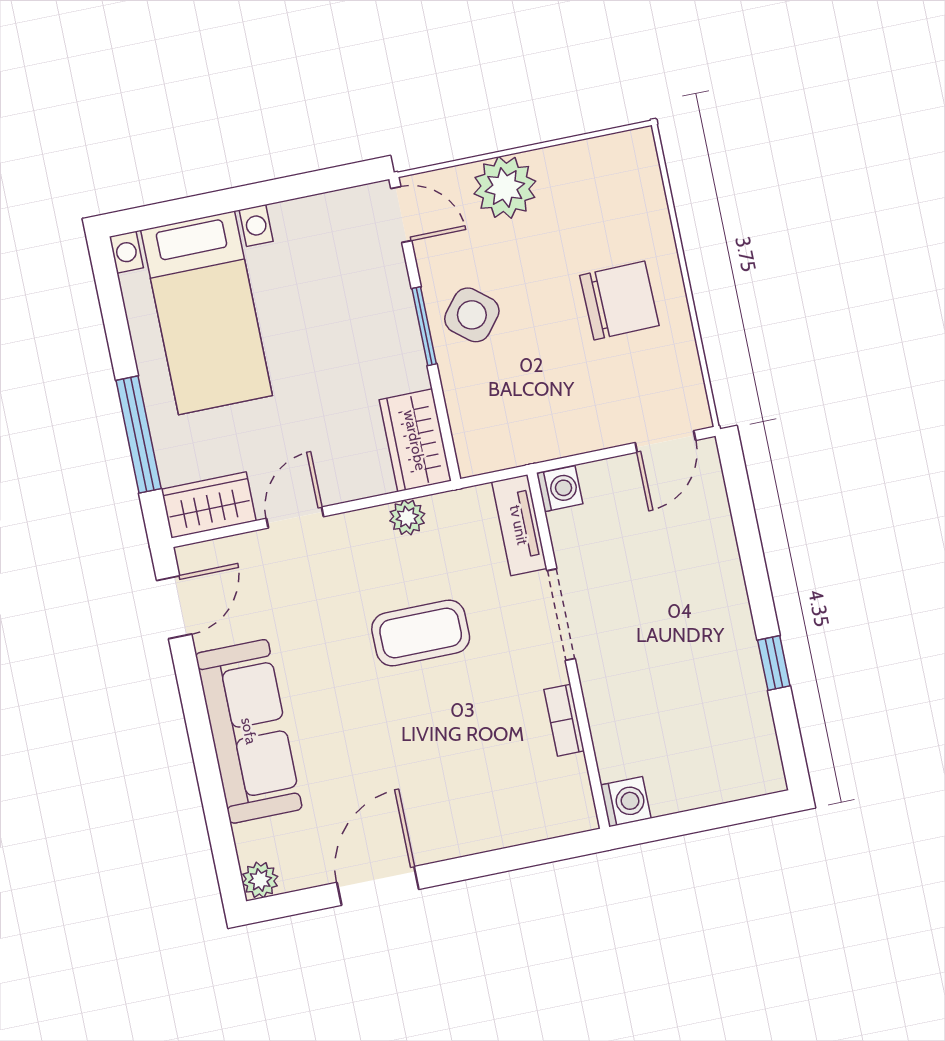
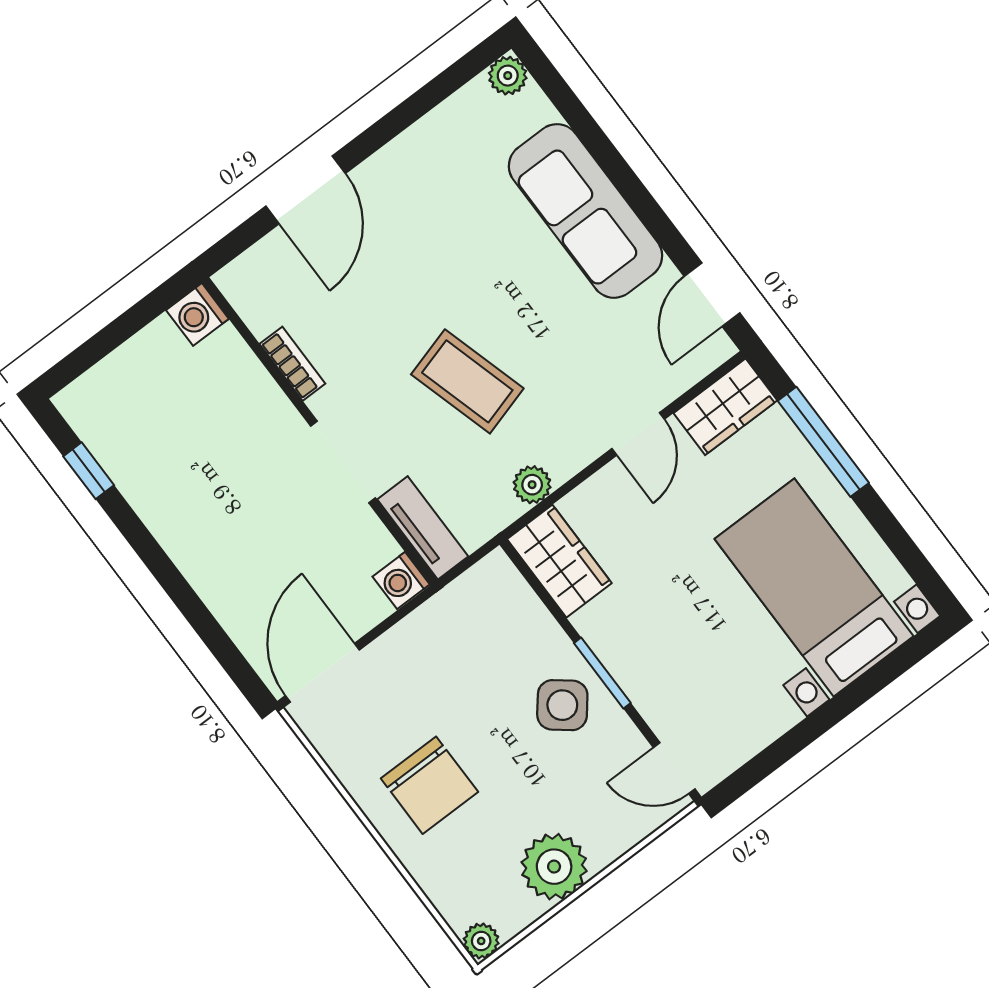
plant: (639, 145) -> (481, 941), added
plant: (505, 187) -> (554, 867), moved
chair: (619, 300) -> (429, 785), turned -89
door: (665, 441) -> (322, 673), width x1.37
coffee table: (421, 633) -> (467, 381), turned 74
window: (774, 663) -> (89, 471), moved
door: (378, 886) -> (306, 190), moved

